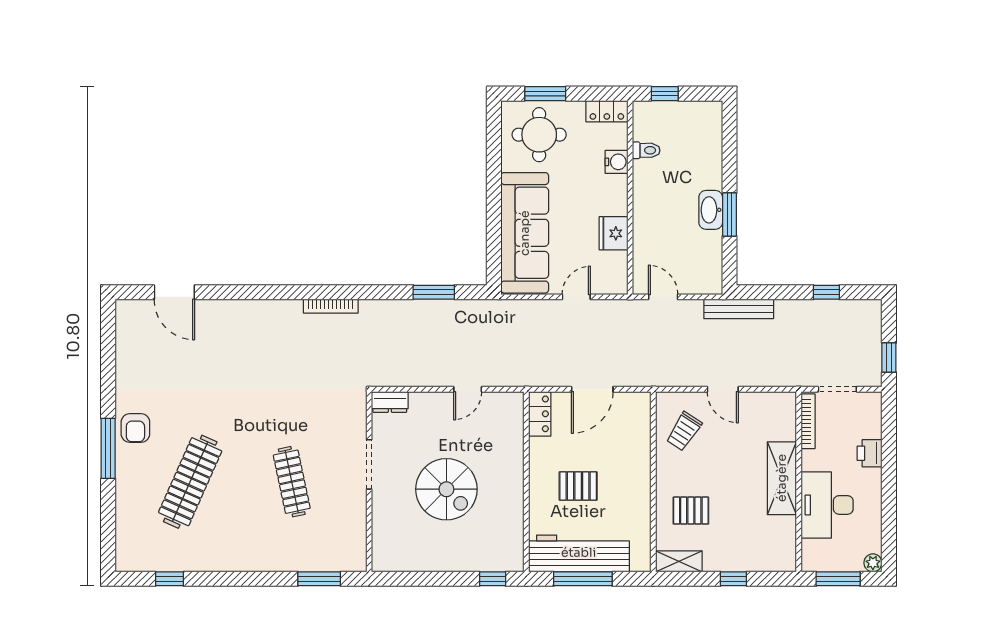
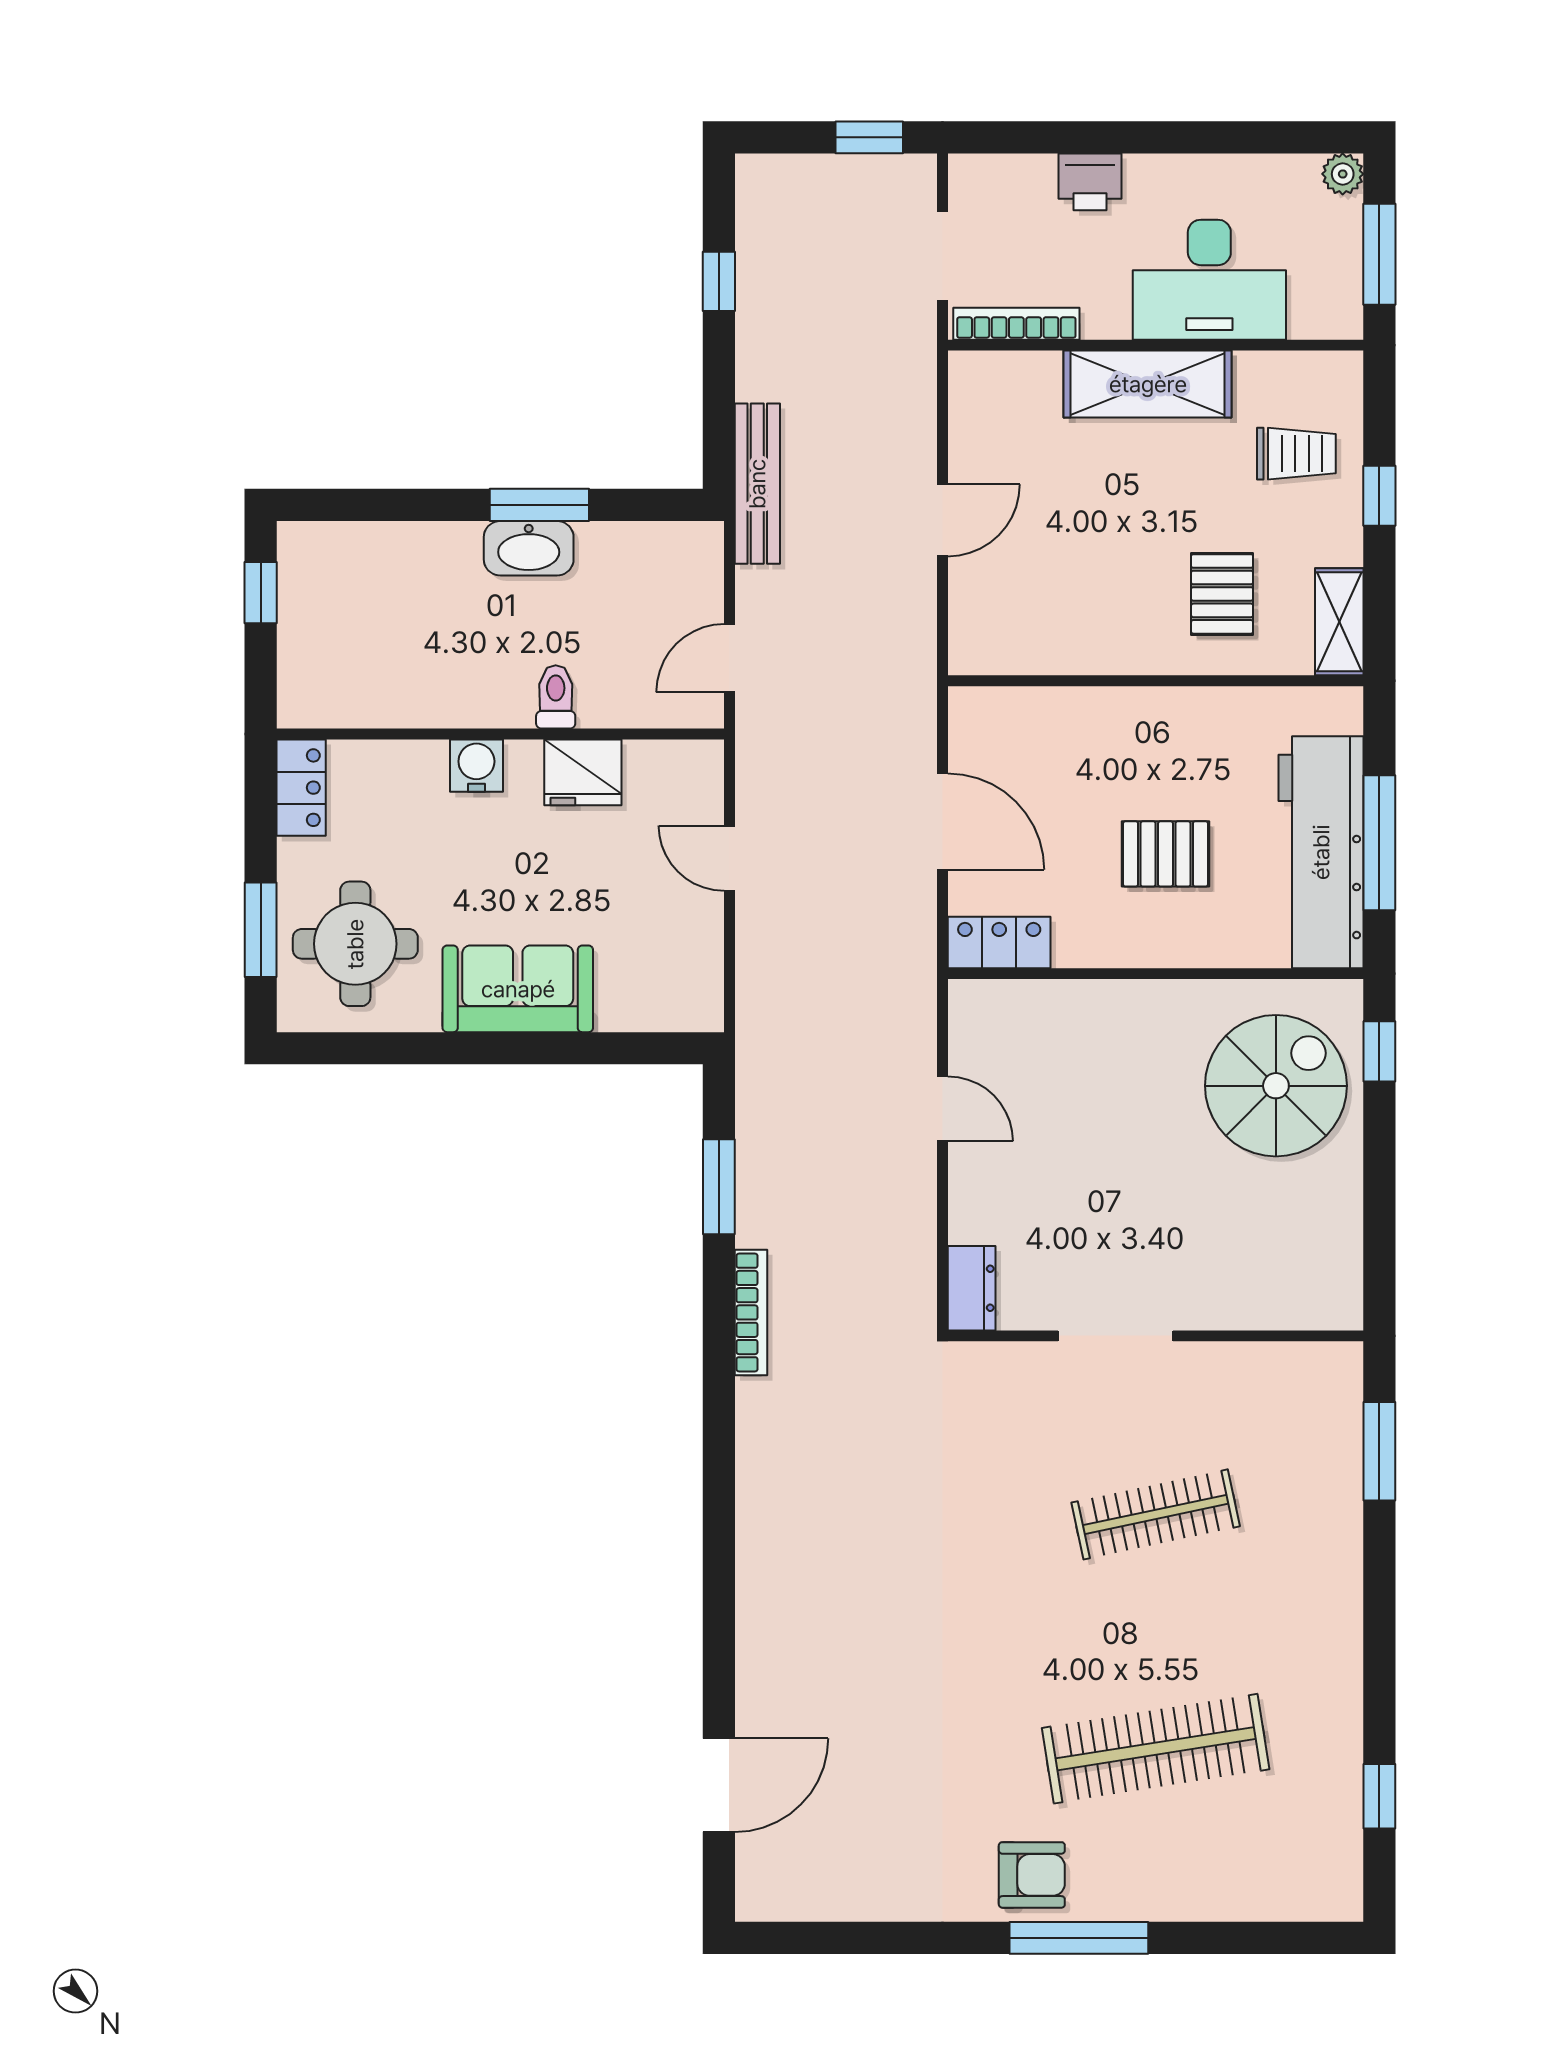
window: (665, 94) -> (261, 593), moved
toilet: (646, 150) -> (556, 697), moved
water cooler: (616, 162) -> (476, 766), moved
sofa: (525, 233) -> (518, 989), width x0.54, depth x0.79
bookcase: (331, 306) -> (751, 1312), moved
trolley: (684, 431) -> (1296, 454), moved, turned -33
clothes rail: (190, 482) -> (1156, 1749), turned -33
pallet: (578, 486) -> (1165, 854), turned 90
spiral stairs: (446, 489) -> (1276, 1086), moved

